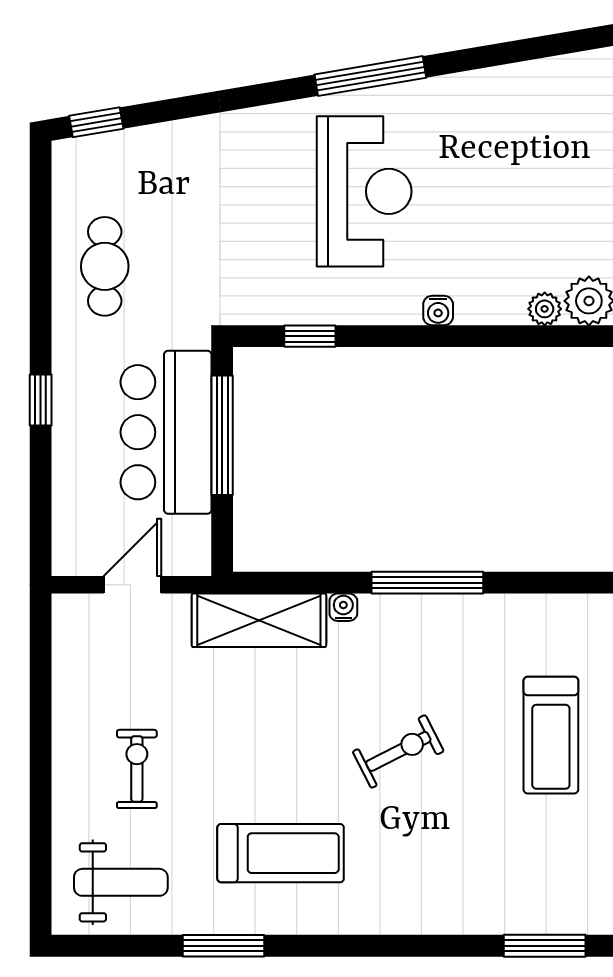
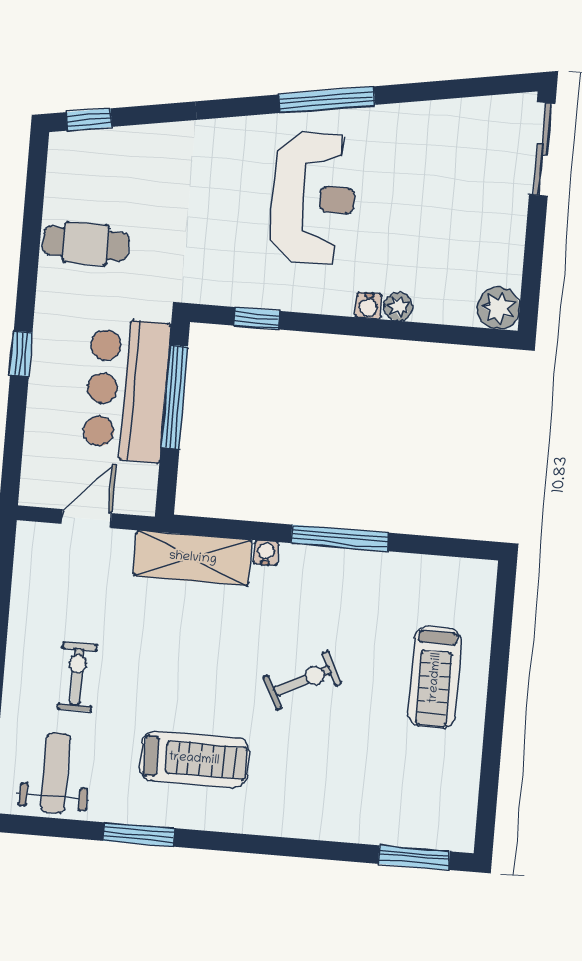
cafe table: (105, 266) -> (86, 244), turned 90
plant: (545, 309) -> (398, 307), moved
weight bench: (121, 882) -> (55, 773), turned -90

